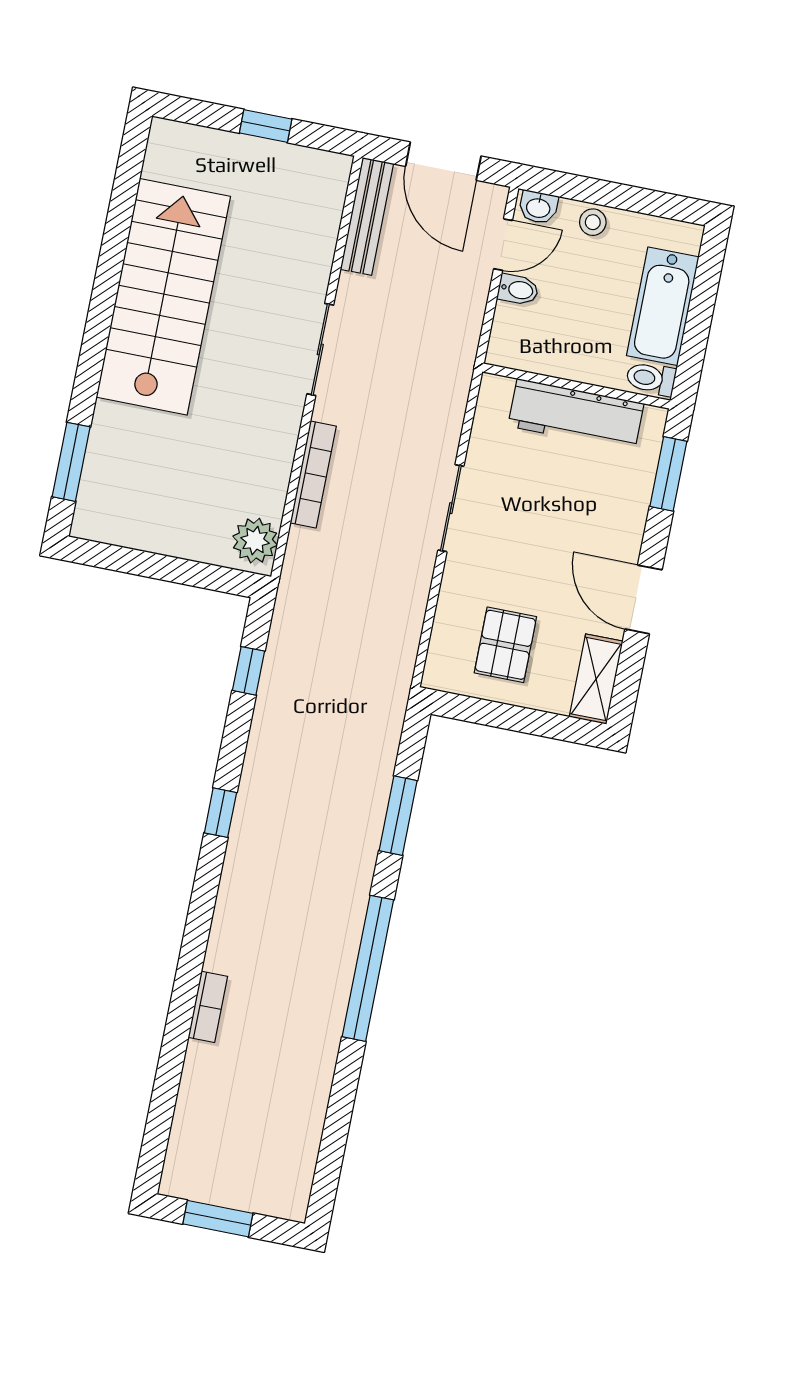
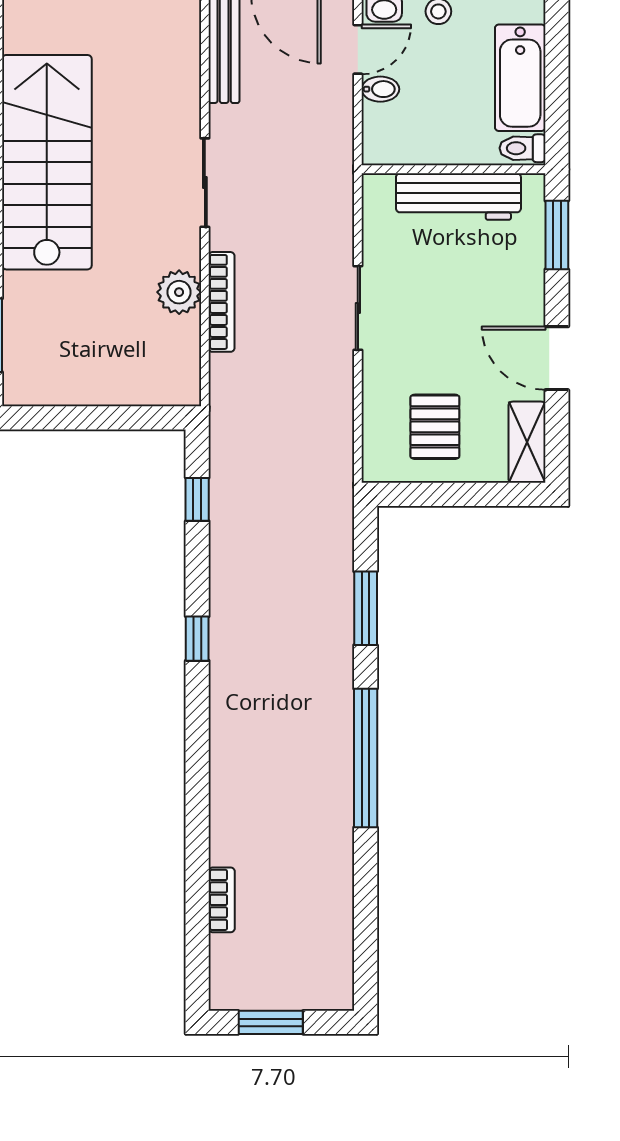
plant: (255, 541) -> (179, 292), moved
bookcase: (208, 1007) -> (222, 900), moved

